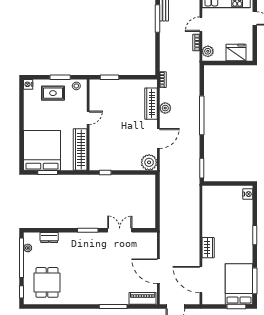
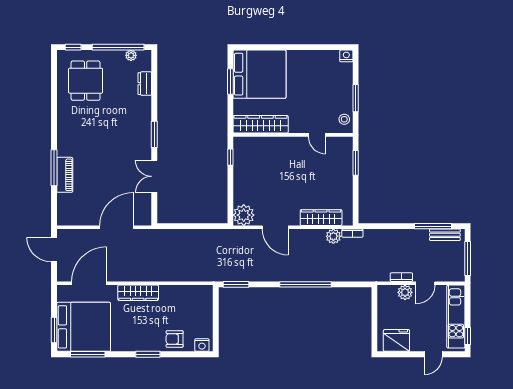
door: (201, 24) -> (425, 283), swing flipped
plant: (208, 51) -> (405, 292), moved
fridge: (236, 53) -> (396, 340), moved, turned -90
rug: (53, 93) -> (335, 88), removed
plant: (165, 108) -> (333, 236), moved
door: (88, 118) -> (317, 135), moved
armchair: (243, 215) -> (175, 339), added
double door: (120, 230) -> (154, 176), swing flipped
wardrobe: (208, 248) -> (138, 293), width x1.50
door: (158, 271) -> (116, 227), moved
dining table: (47, 282) -> (86, 81), turned 90
bed: (239, 284) -> (84, 327), width x1.36
piano: (143, 298) -> (65, 175), moved

